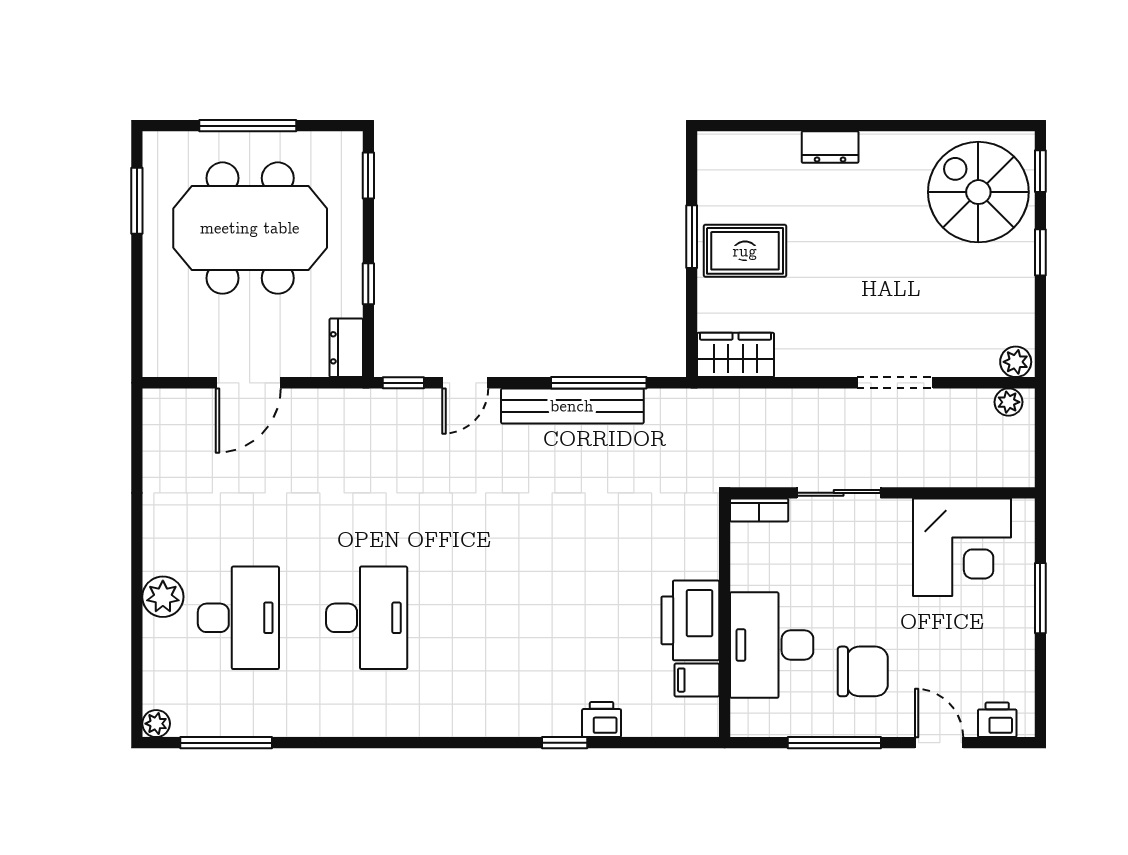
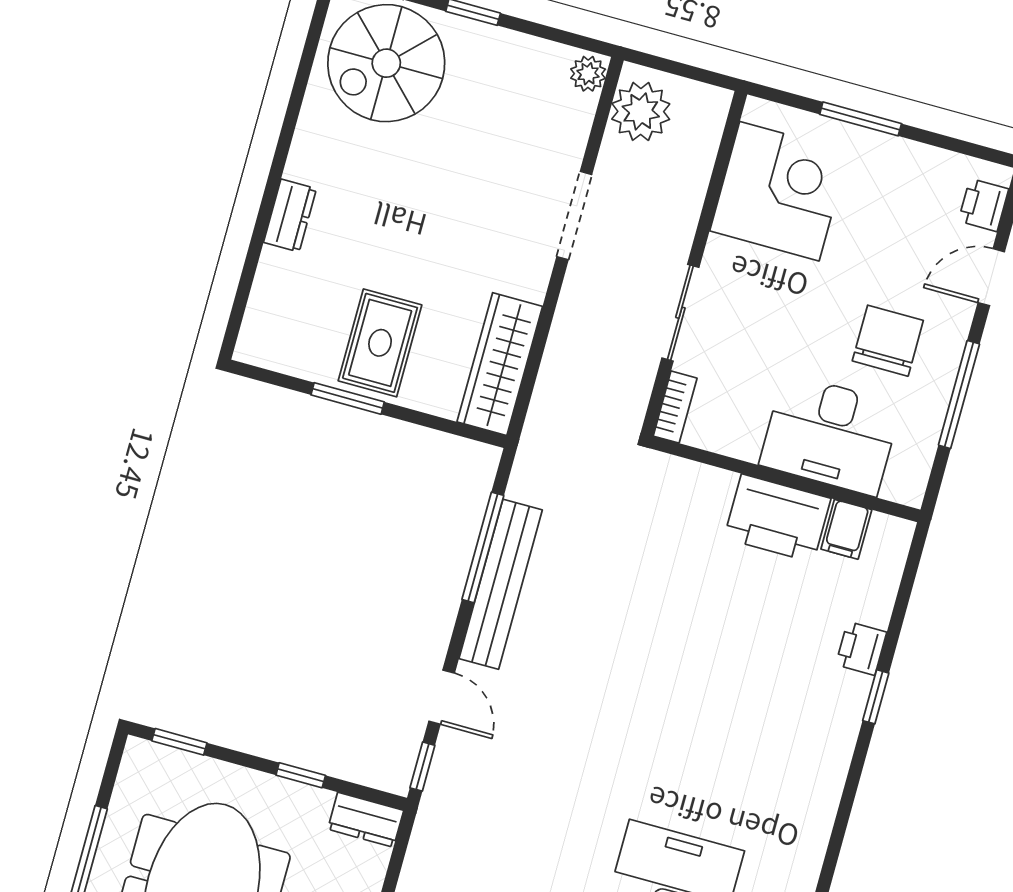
wardrobe: (735, 355) -> (500, 364), width x1.50
plant: (1009, 402) -> (641, 111), width x1.88, depth x1.88

